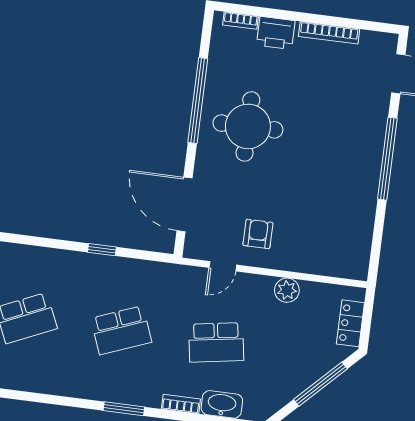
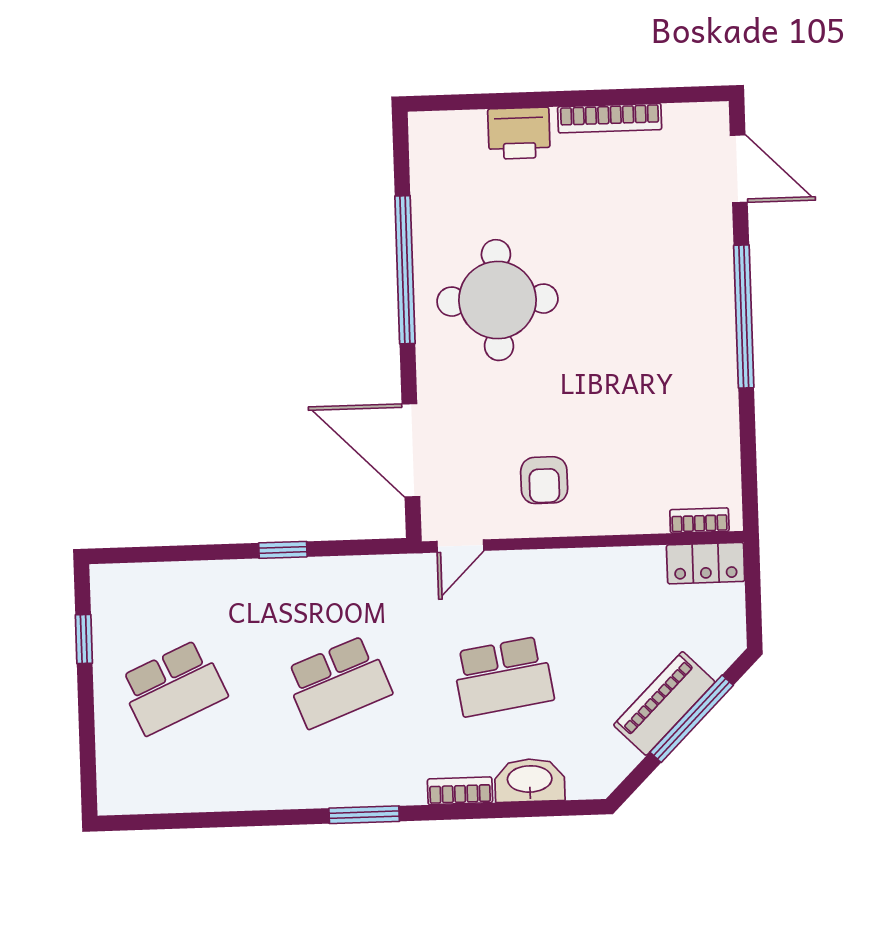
bookcase: (241, 21) -> (699, 520), moved, turned 180
armchair: (258, 234) -> (544, 480), turned 180
door: (223, 266) -> (460, 546), moved
plant: (287, 290) -> (609, 568), removed
locker: (350, 323) -> (706, 563), moved, turned -90
piano: (306, 373) -> (664, 703), added

